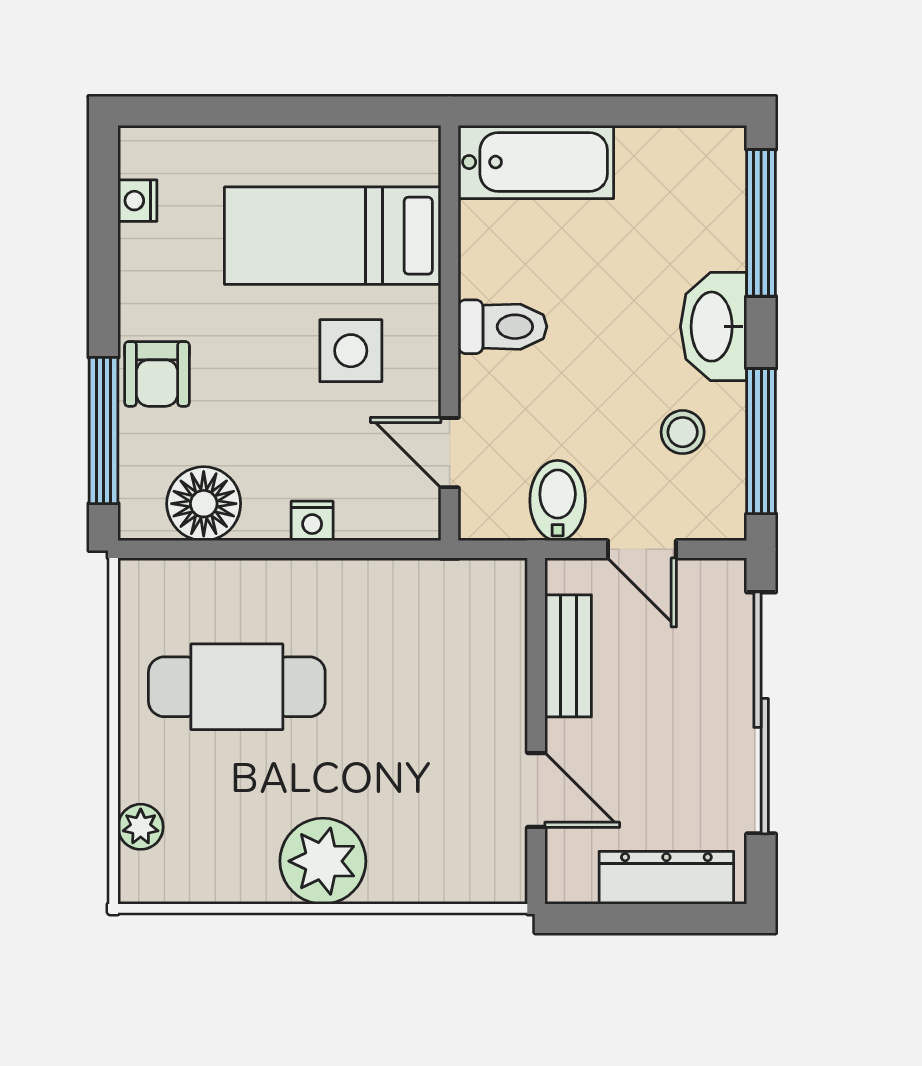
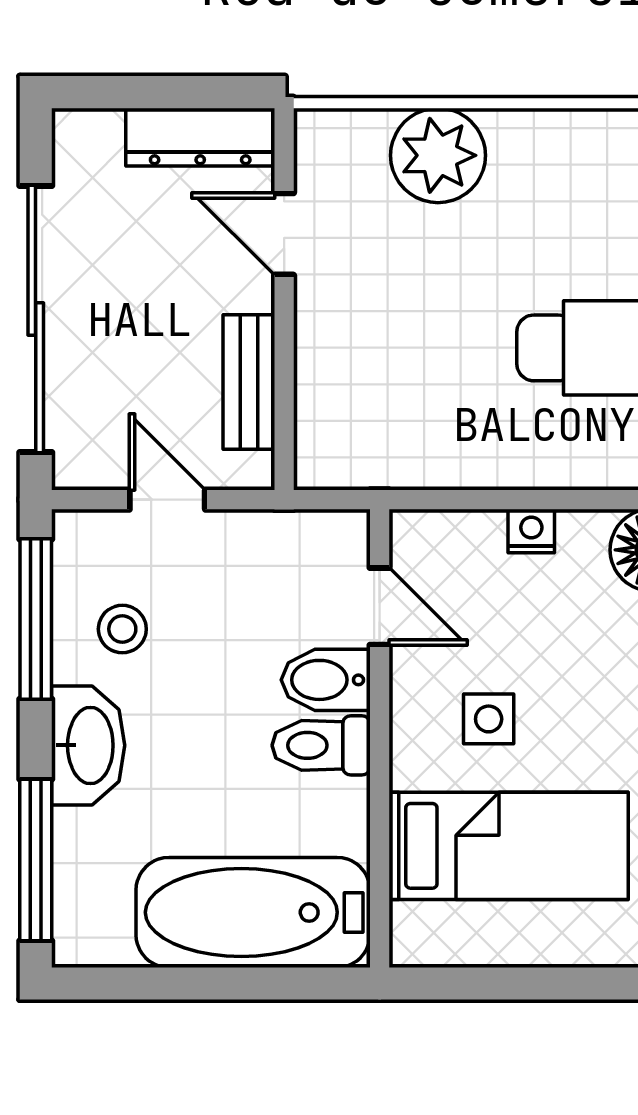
bathtub: (536, 162) -> (253, 912), width x1.36, depth x1.36
side table: (351, 351) -> (489, 719), width x0.73, depth x0.73
bidet: (558, 500) -> (326, 680), moved, turned 90
plant: (323, 861) -> (438, 155), moved
dresser: (666, 878) -> (200, 137), moved

